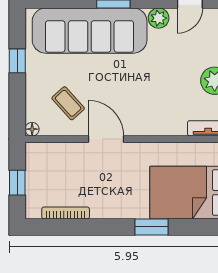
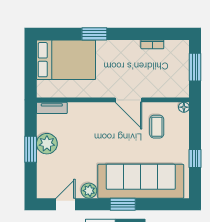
coffee table: (68, 103) -> (157, 127), turned 42
window: (17, 183) -> (195, 67), width x1.50
bookcase: (66, 213) -> (152, 44), width x0.64

